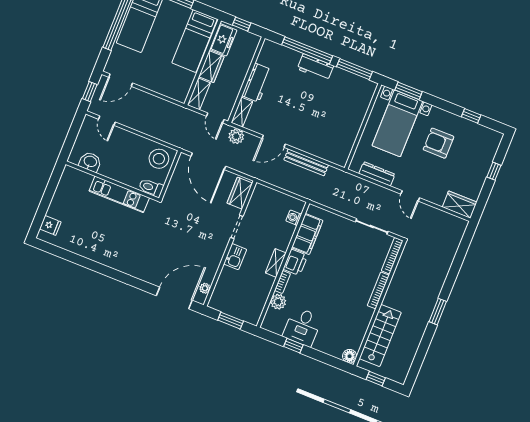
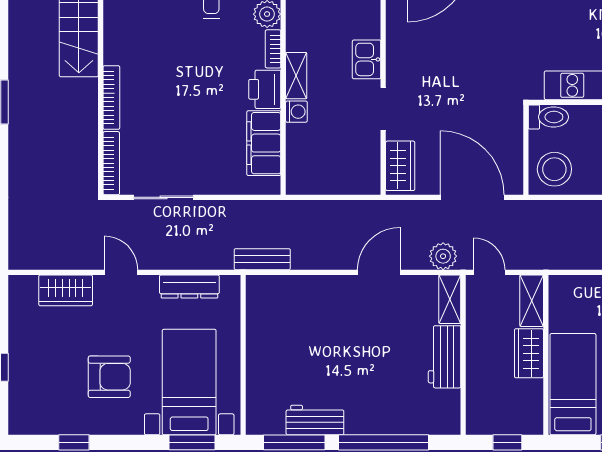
freezer: (223, 40) -> (527, 405), removed
workbench: (315, 67) -> (315, 420), moved
bench: (306, 162) -> (262, 259), moved, width x0.73
wardrobe: (460, 205) -> (66, 290), moved
washing machine: (294, 218) -> (296, 112), moved

